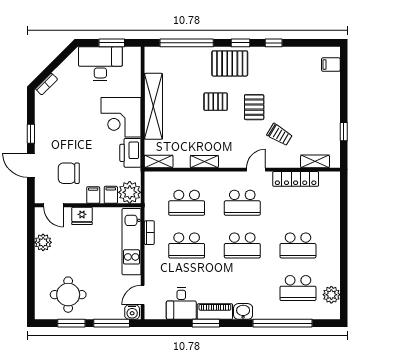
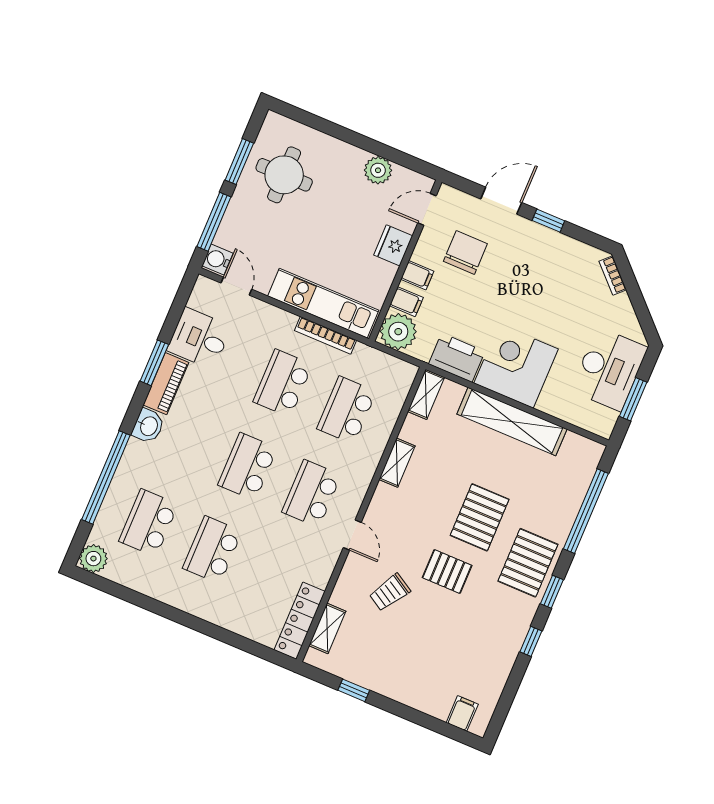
pallet: (216, 102) -> (480, 517), width x1.50, depth x1.42
locker: (296, 179) -> (300, 621), moved
bookcase: (149, 233) -> (325, 335), width x1.56
plant: (331, 295) -> (93, 559), moved

